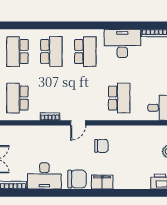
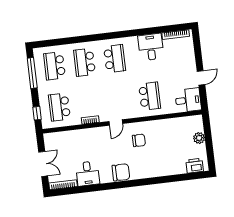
desk: (122, 43) -> (151, 47), width x0.73
school desk: (51, 52) -> (85, 62), turned 180
desk: (44, 176) -> (88, 174), width x0.73
filing cabinet: (102, 182) -> (143, 172), removed

